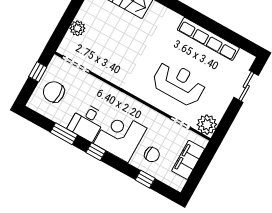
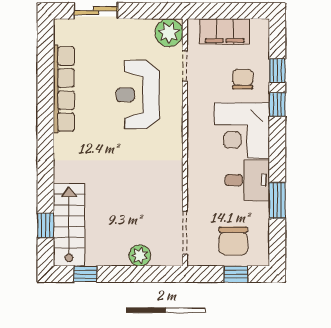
window: (38, 72) -> (236, 274), moved
window: (96, 152) -> (277, 105), moved

